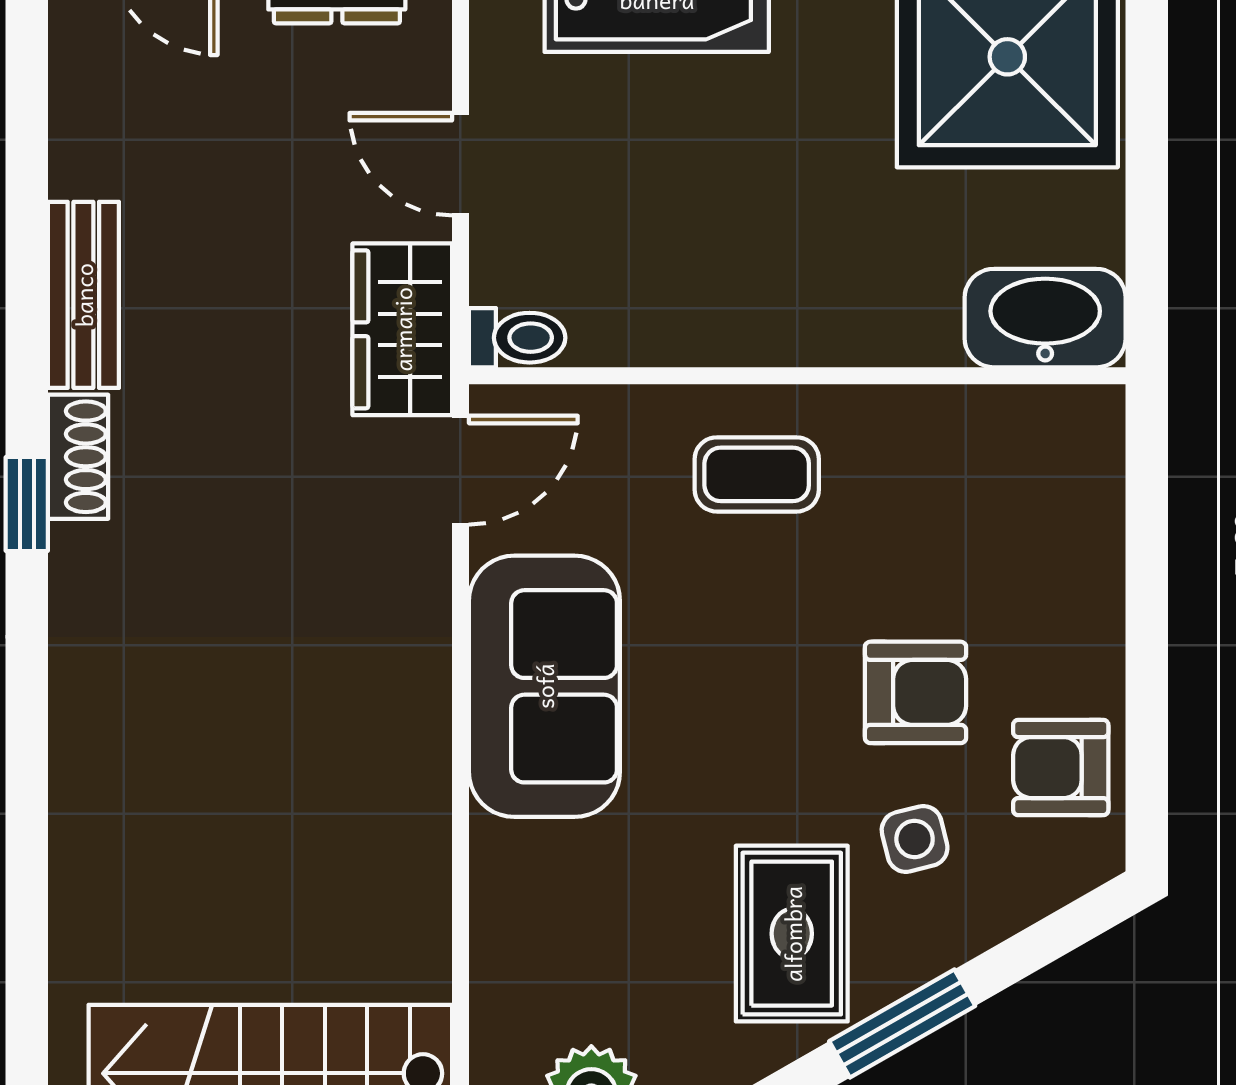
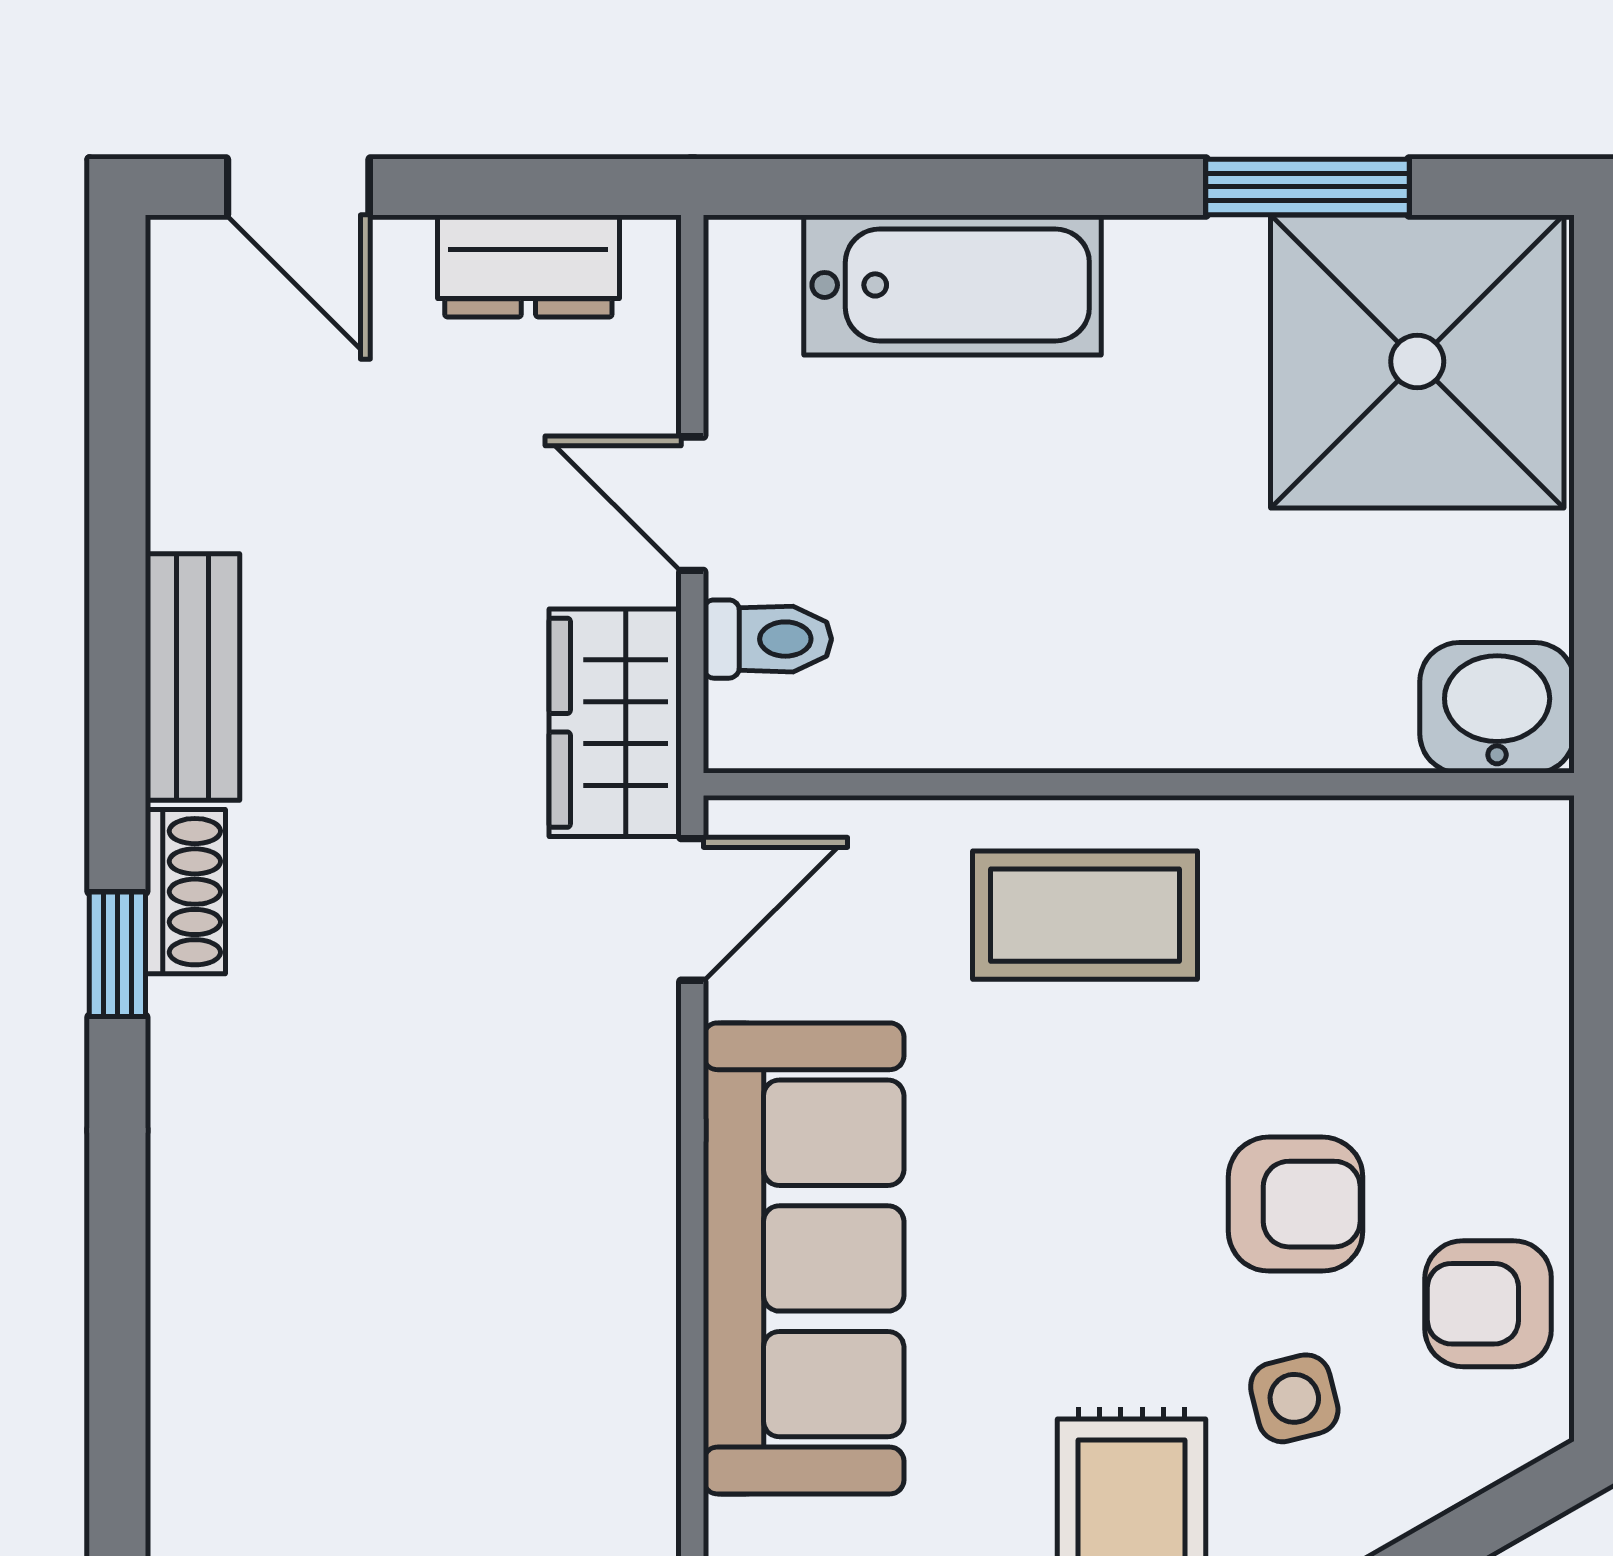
washbasin: (1045, 318) -> (1497, 708), width x0.72
toilet: (517, 338) -> (767, 639), moved
coffee table: (757, 474) -> (1085, 915), width x1.36, depth x1.30
sofa: (544, 686) -> (804, 1258), width x1.36

